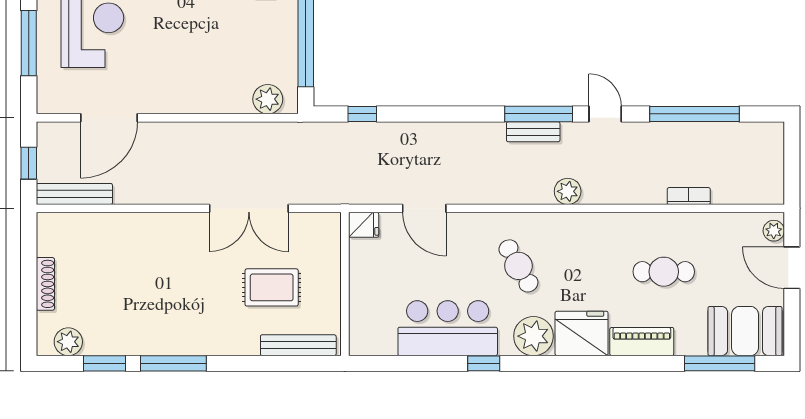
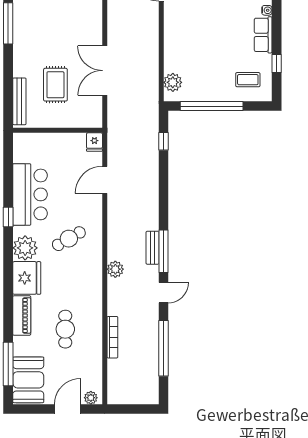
bookcase: (689, 196) -> (112, 337), width x1.56

